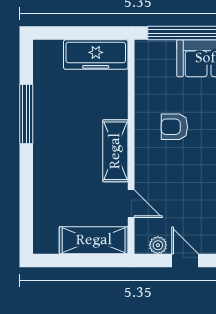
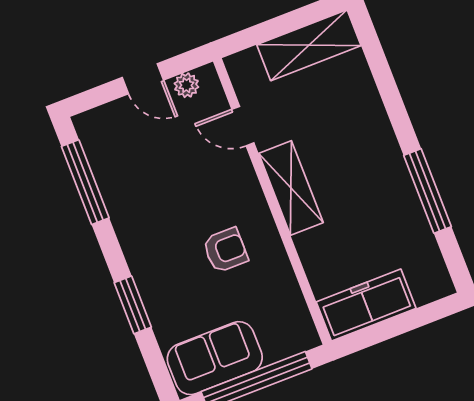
shelving: (94, 240) -> (309, 45), moved

